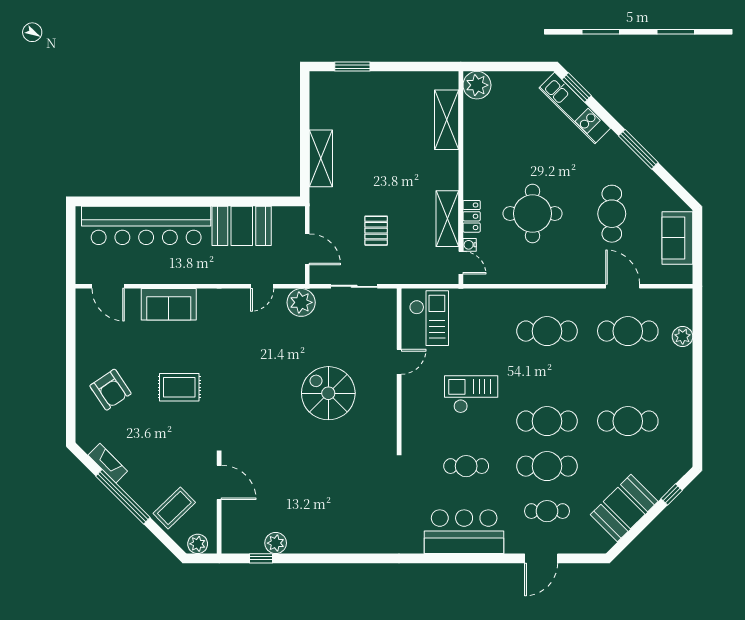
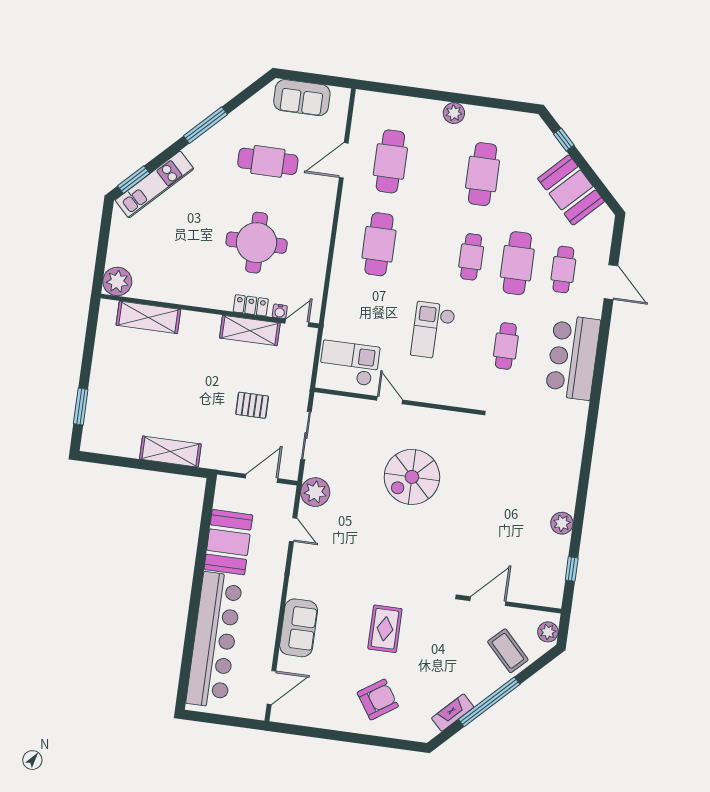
plant: (683, 337) -> (454, 113), moved
cafe table: (547, 421) -> (471, 257), width x0.73, depth x0.74
plant: (276, 543) -> (562, 523), moved

